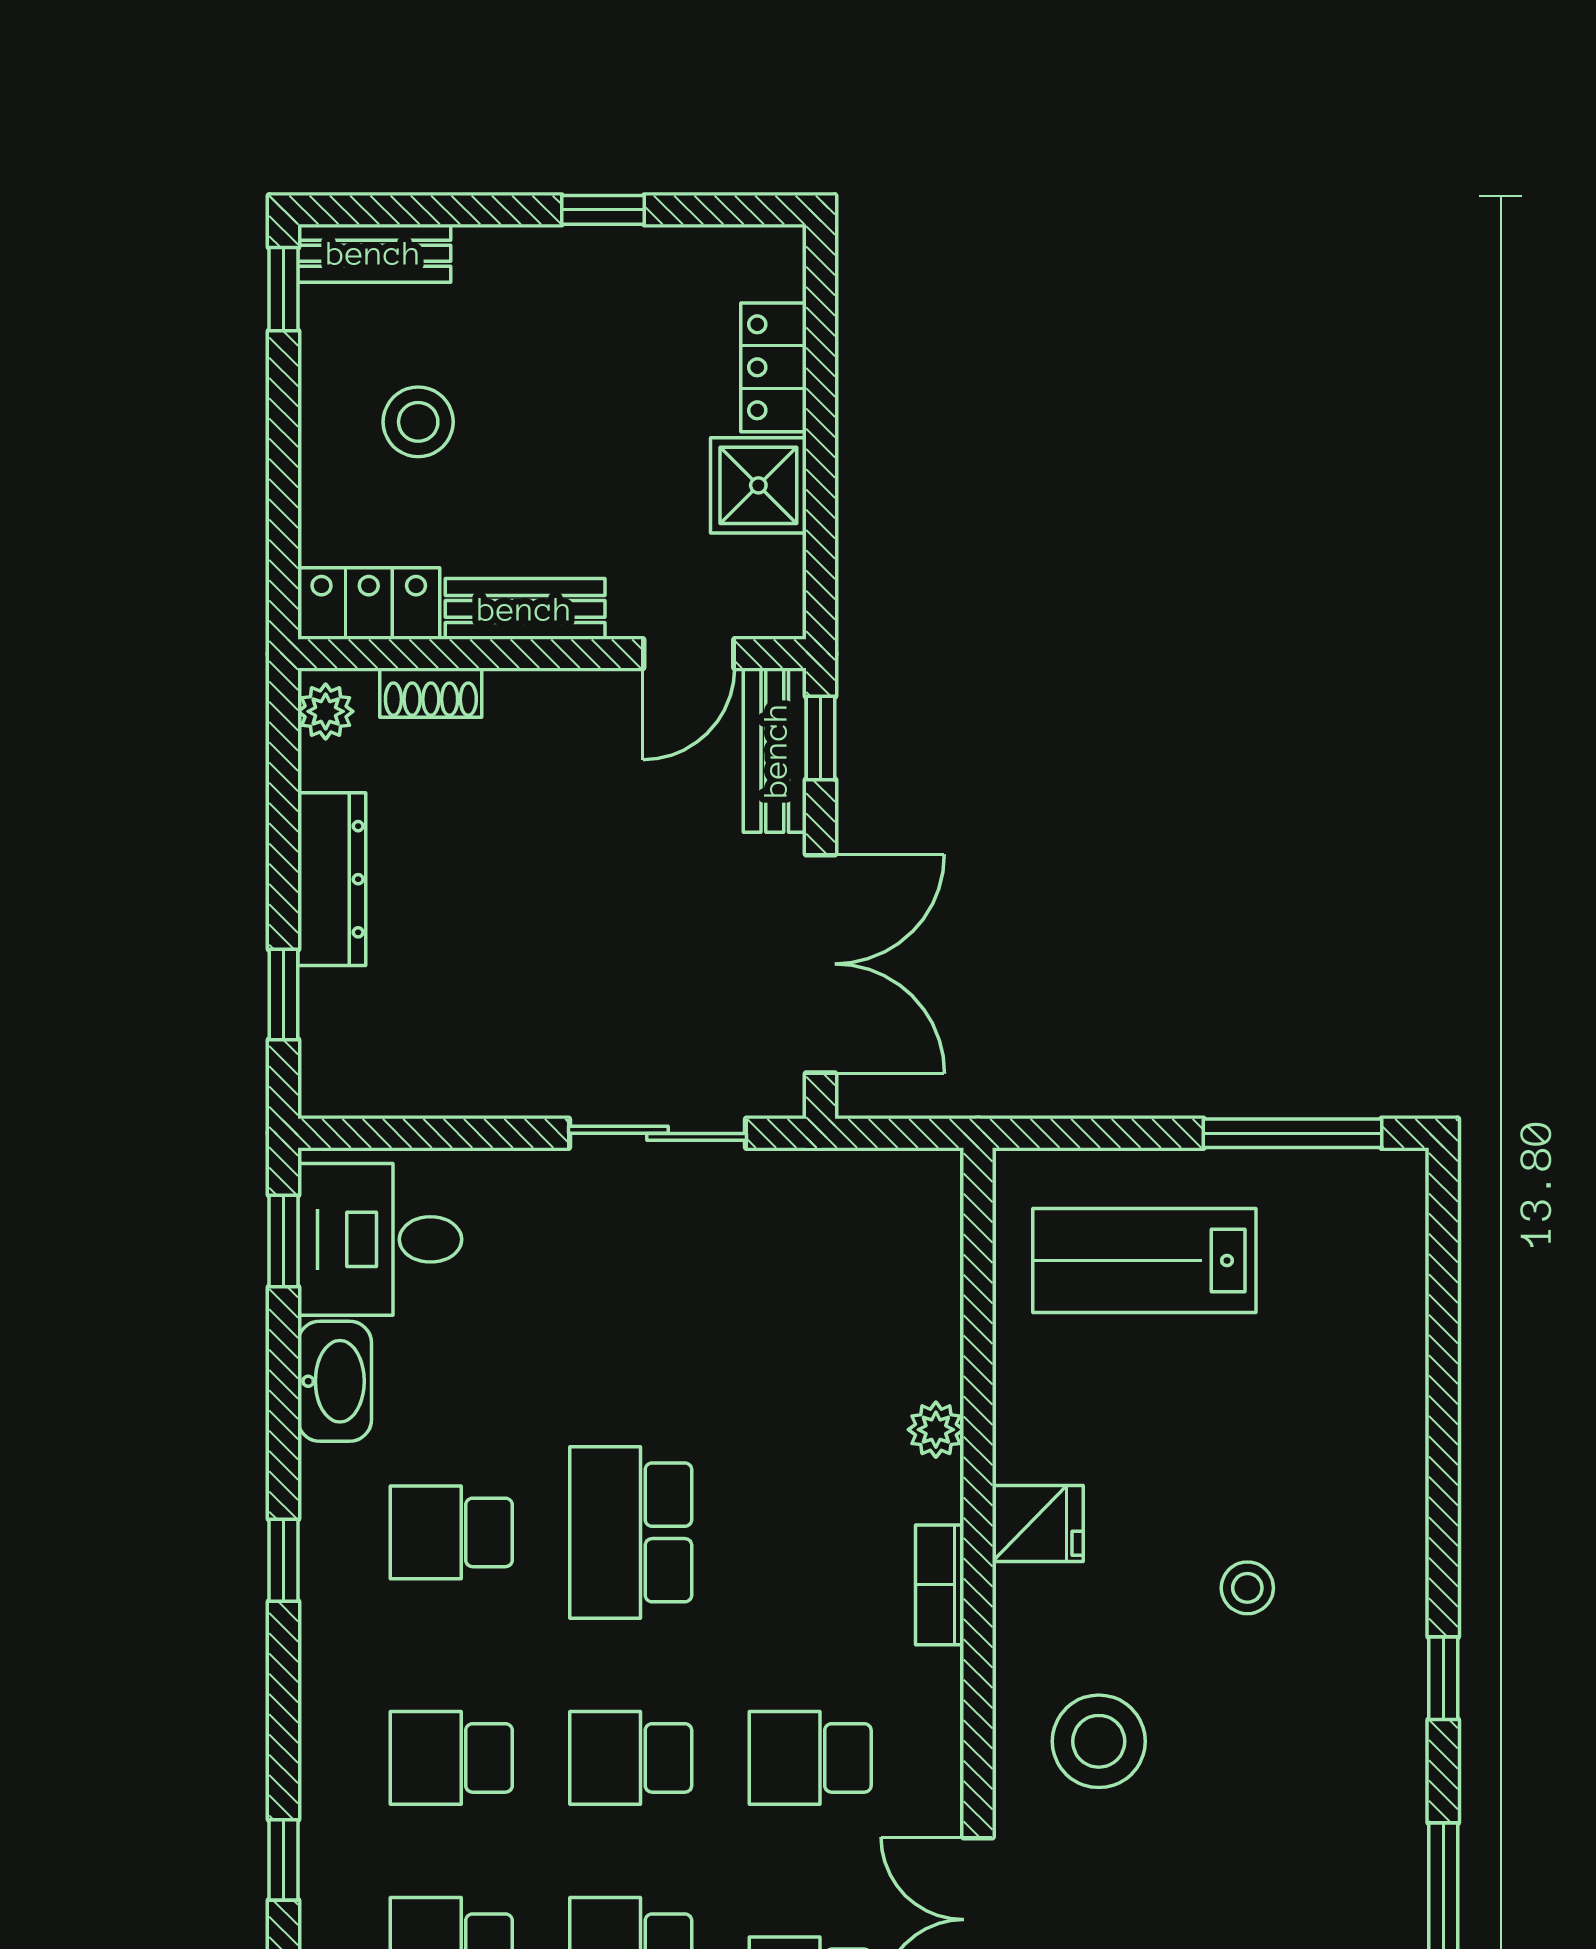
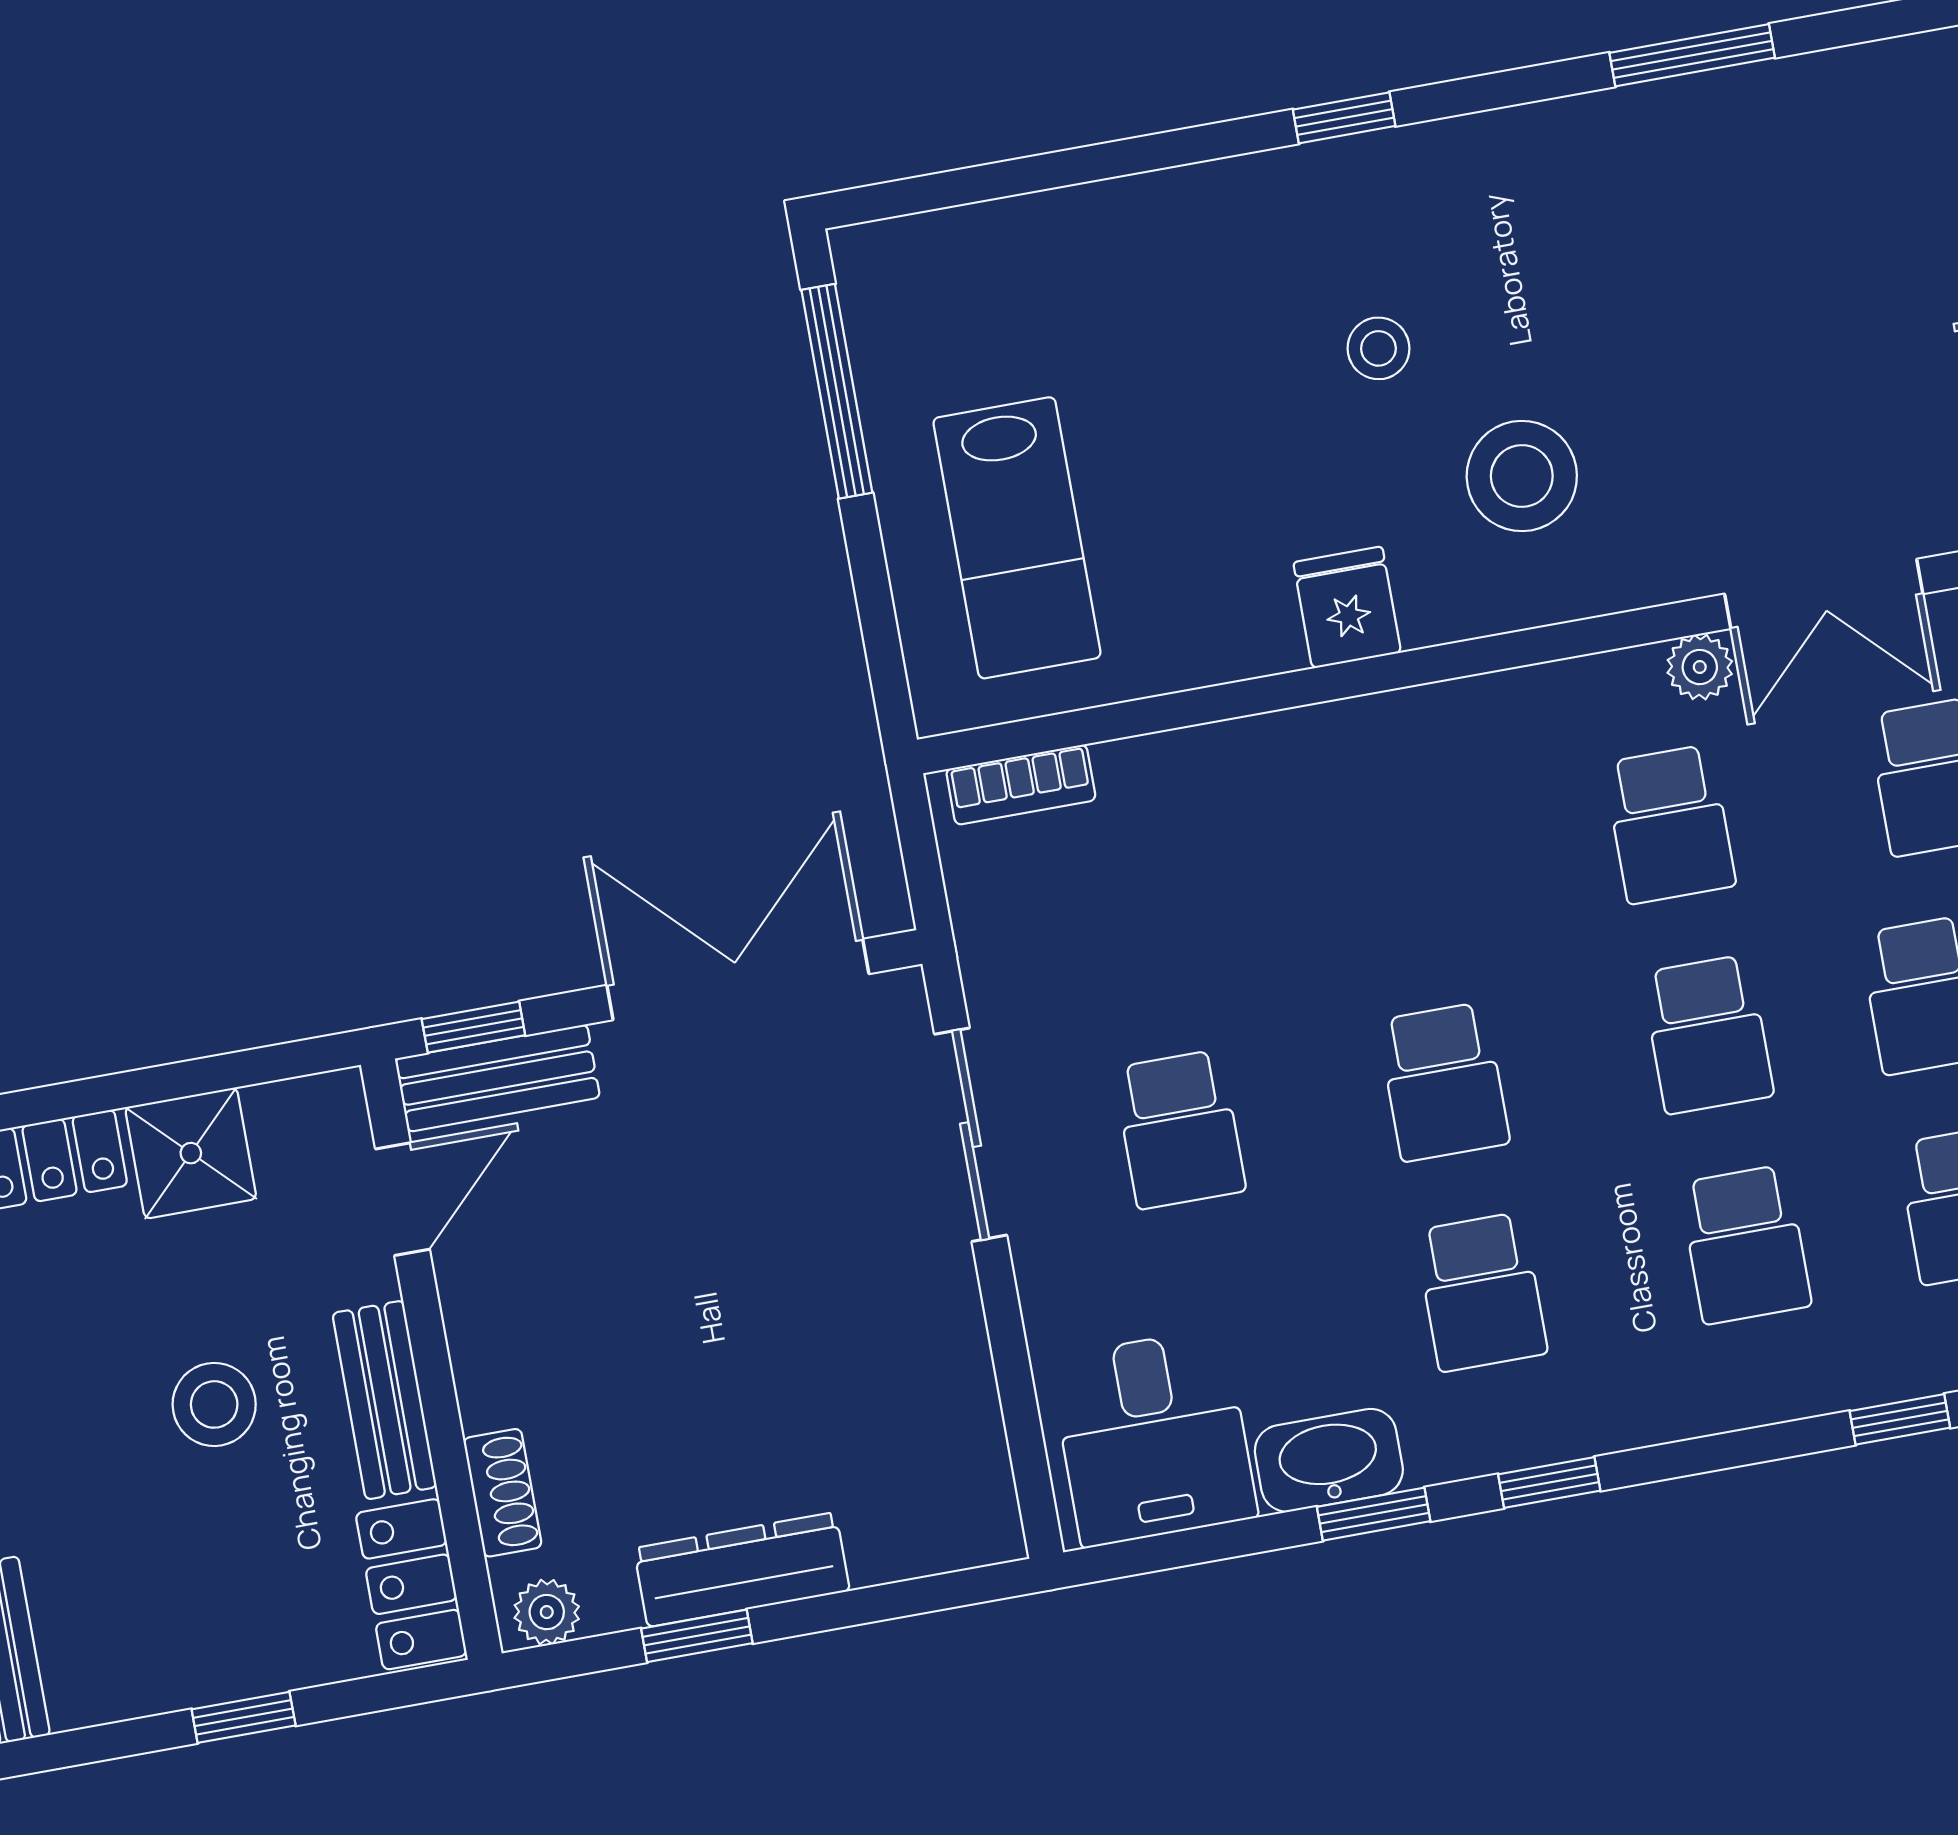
window: (284, 289) -> (244, 1717), moved
stool: (418, 422) -> (214, 1404), moved
door: (689, 654) -> (403, 1199), hinge flipped
window: (284, 994) -> (697, 1636), moved
window: (284, 1241) -> (1374, 1514), moved
school desk: (631, 1307) -> (1179, 1129), added
plant: (936, 1430) -> (1700, 667), moved
school desk: (631, 1532) -> (1443, 1082), width x0.54
bookcase: (940, 1585) -> (1021, 785), moved
window: (1443, 1678) -> (1344, 118), moved
stool: (1099, 1741) -> (1522, 476), moved

